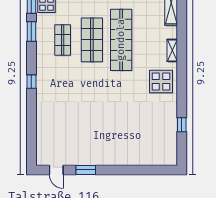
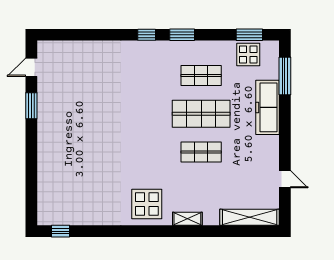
window: (31, 32) -> (182, 35), moved
shop shelf: (121, 40) -> (201, 152), width x0.50, depth x0.74
window: (182, 125) -> (60, 231), moved

